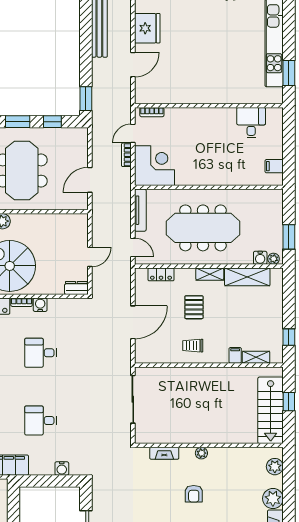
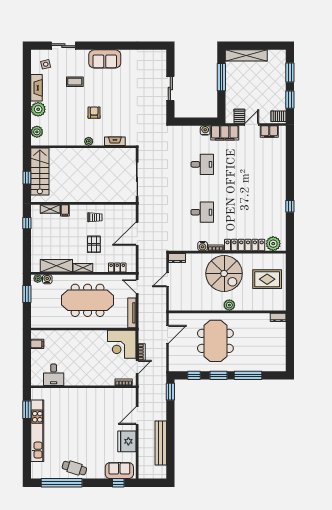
water cooler: (62, 468) -> (205, 130), moved

